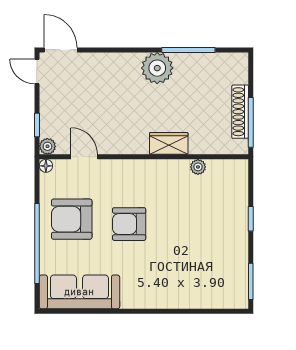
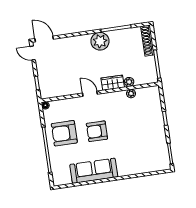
shoe rack: (240, 112) -> (148, 41), moved
plant: (47, 146) -> (129, 82), moved
door: (84, 157) -> (90, 94), moved
sofa: (79, 292) -> (94, 171), moved

